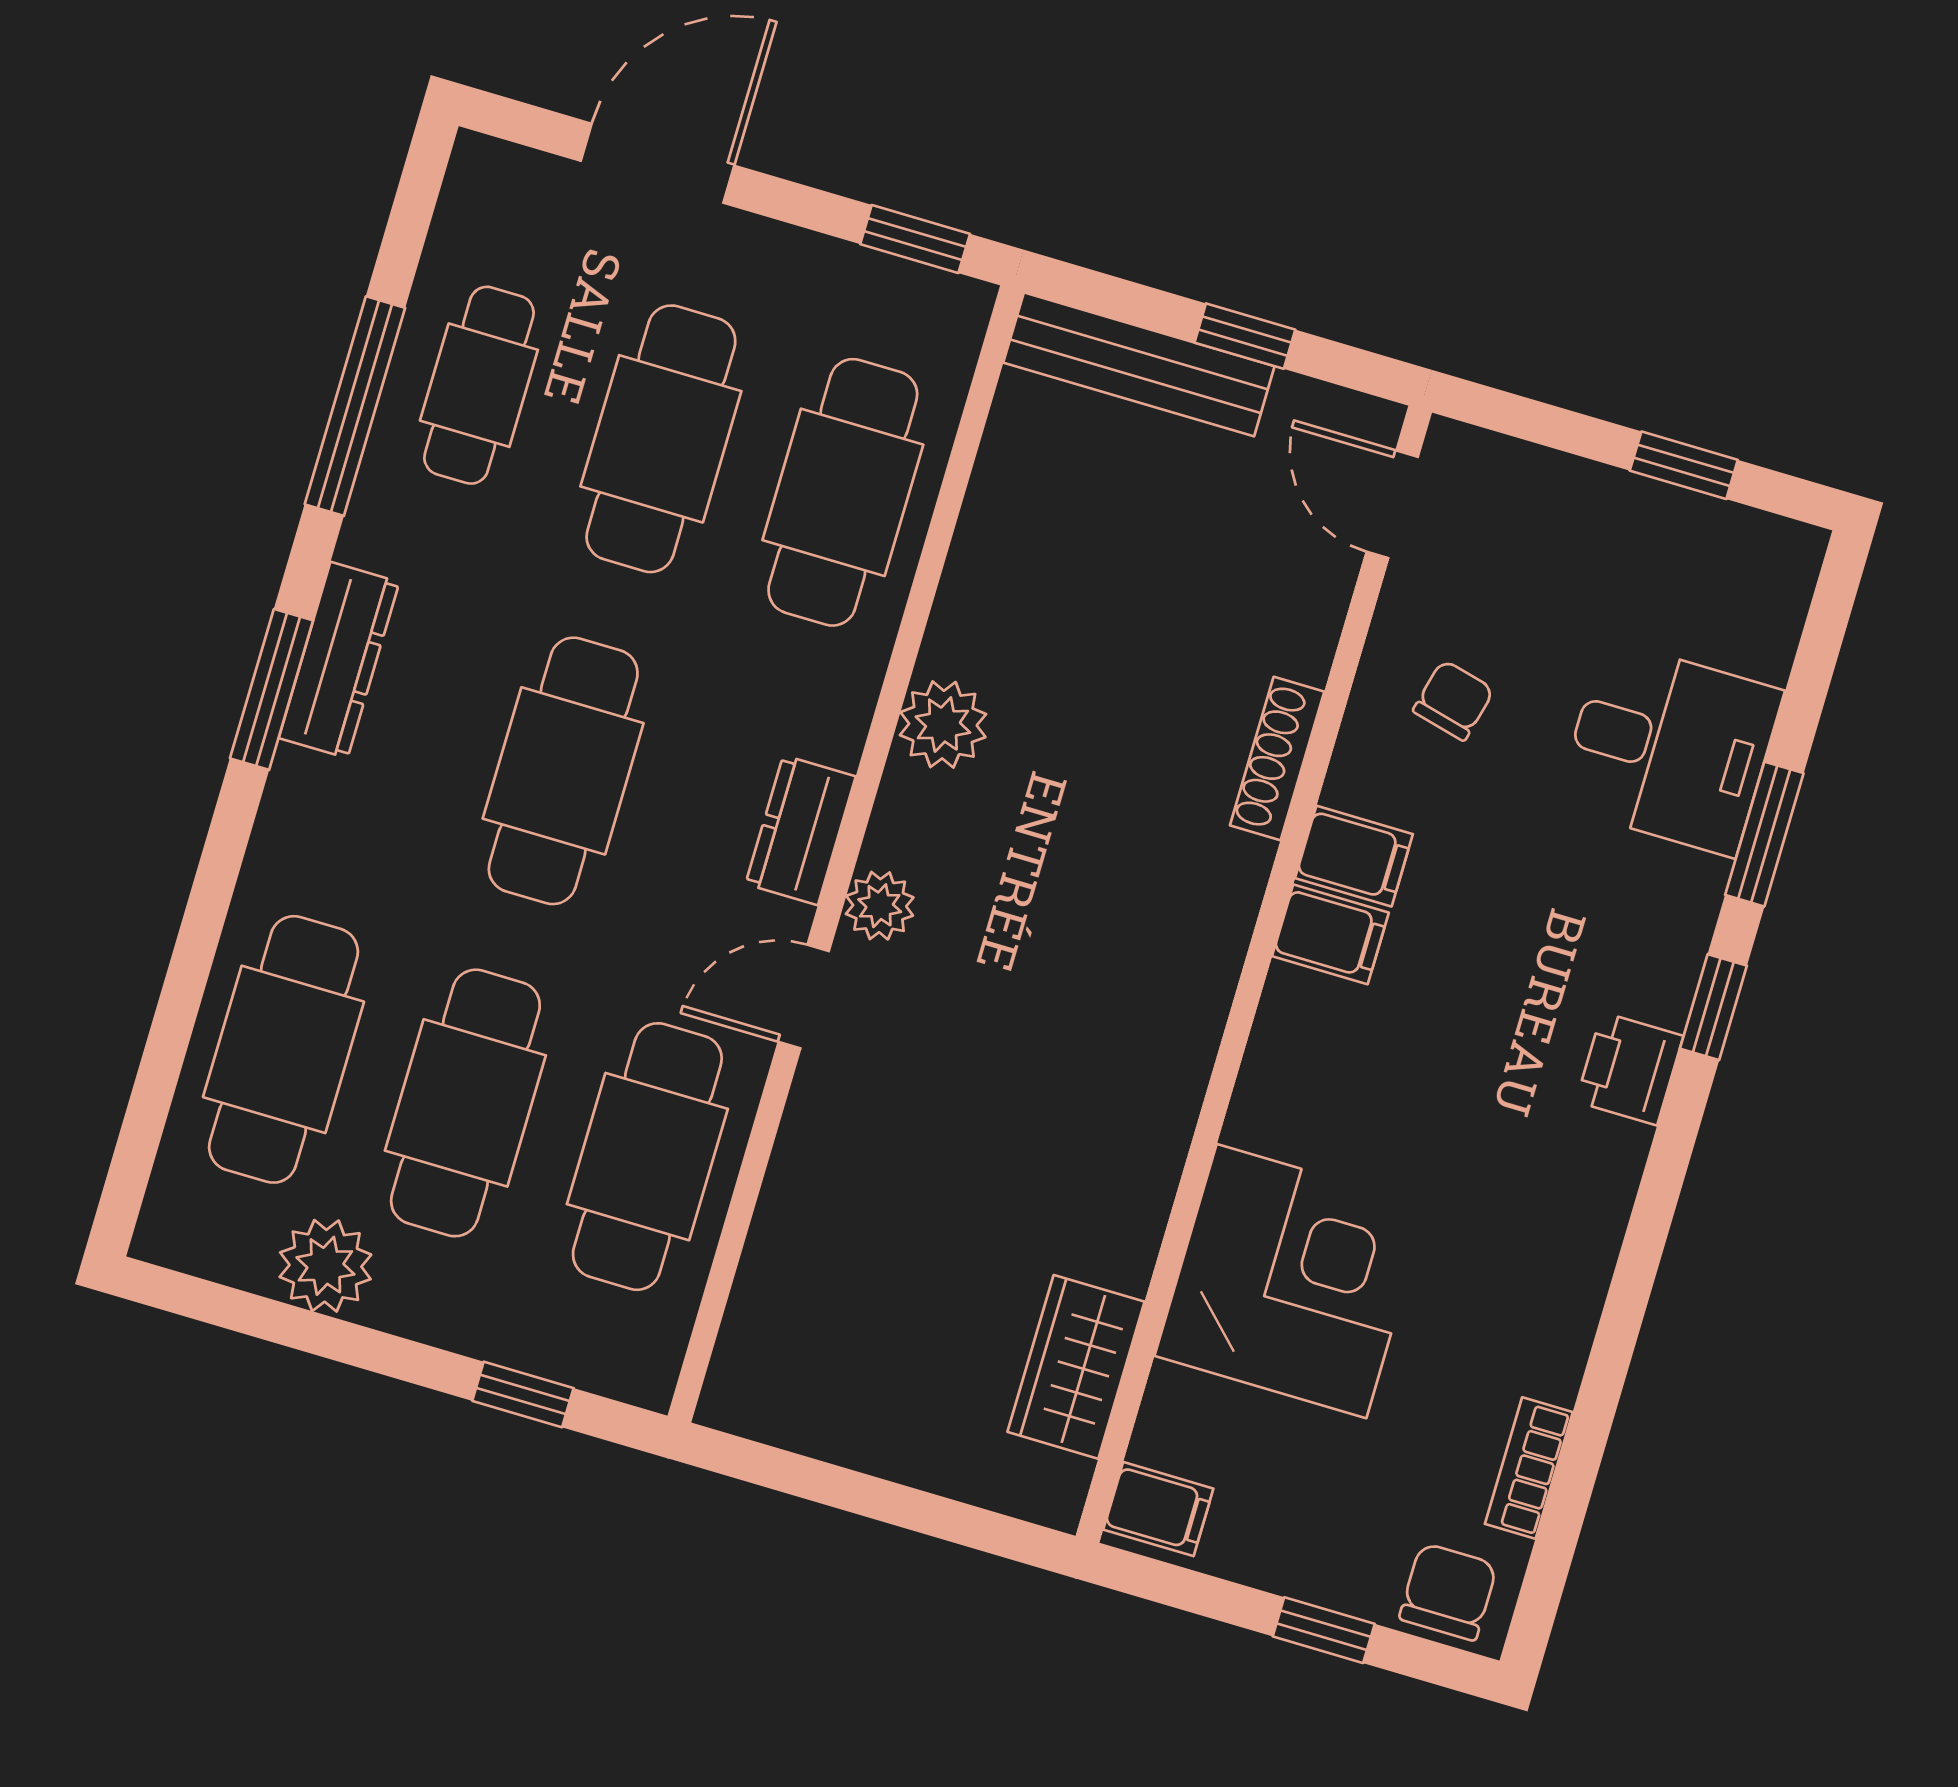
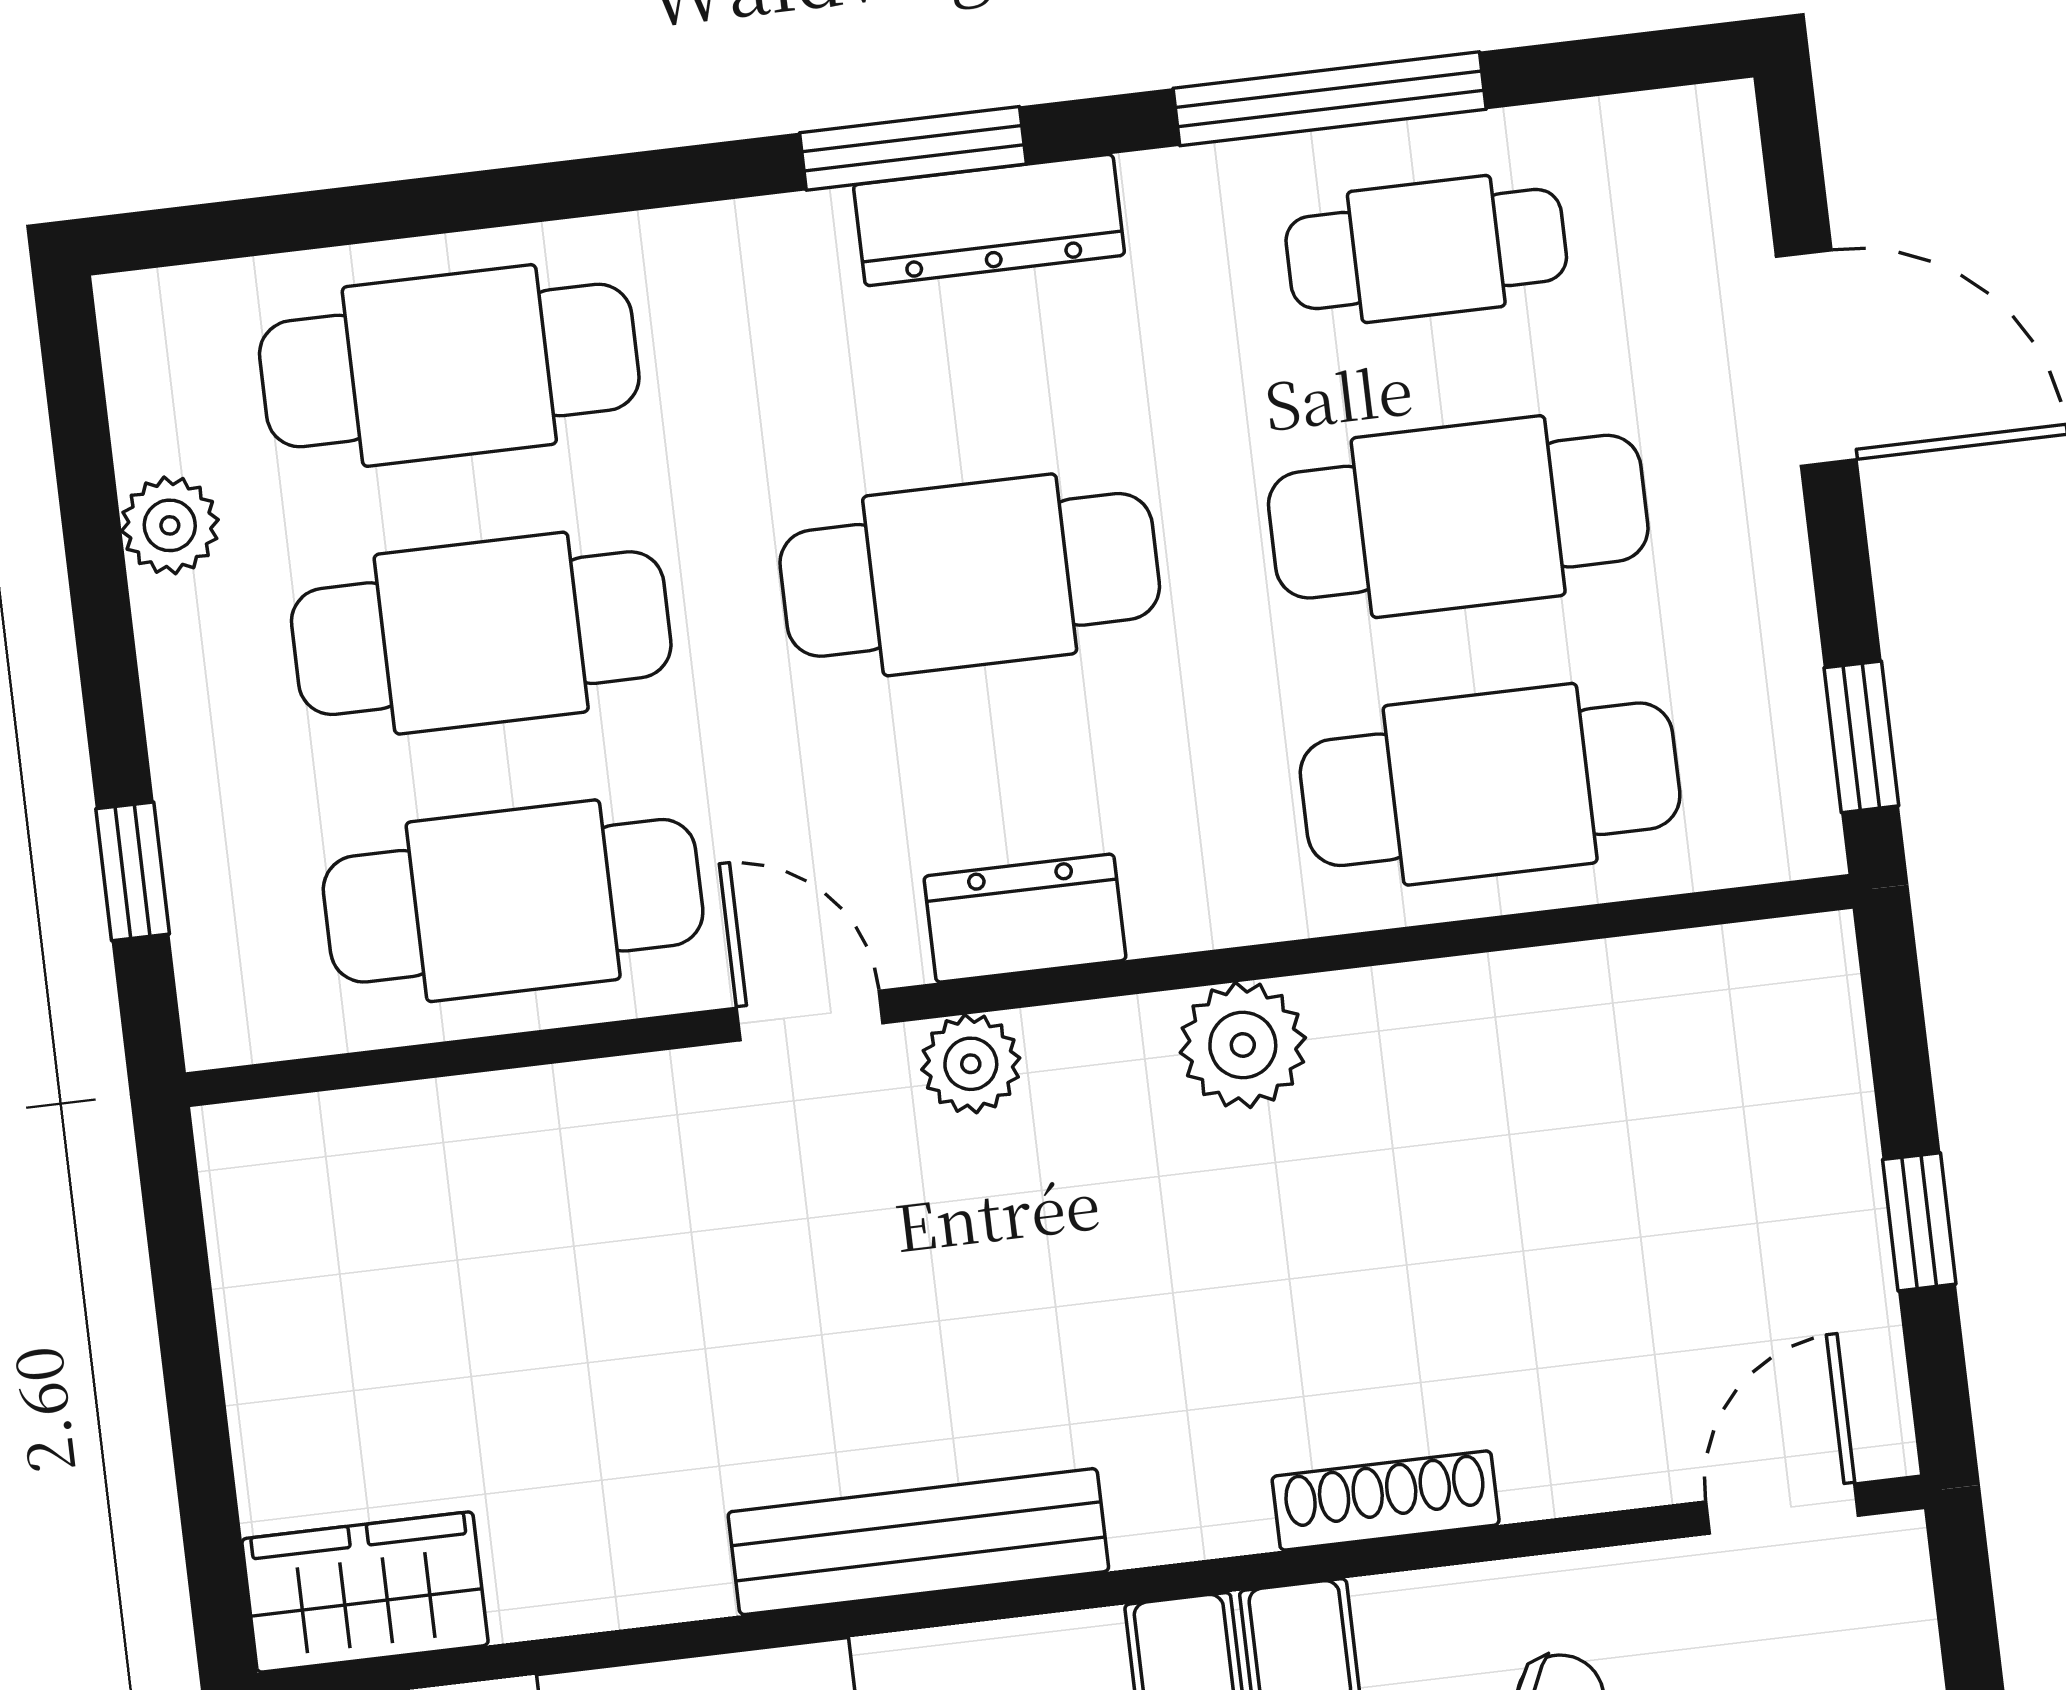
bench: (1139, 364) -> (918, 1542), moved, turned 90
plant: (325, 1266) -> (170, 525), width x0.73, depth x0.73
wardrobe: (1076, 1367) -> (365, 1592), moved

